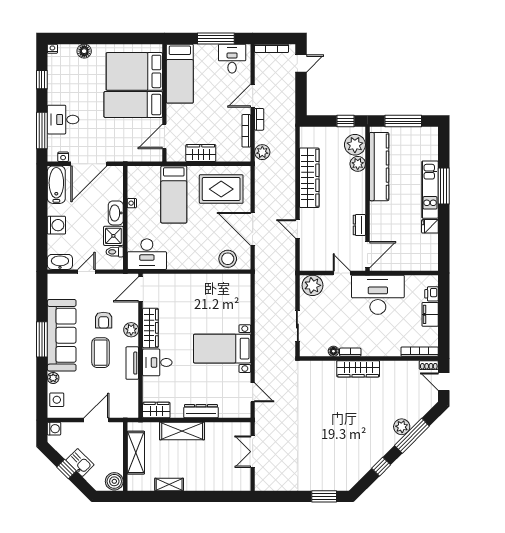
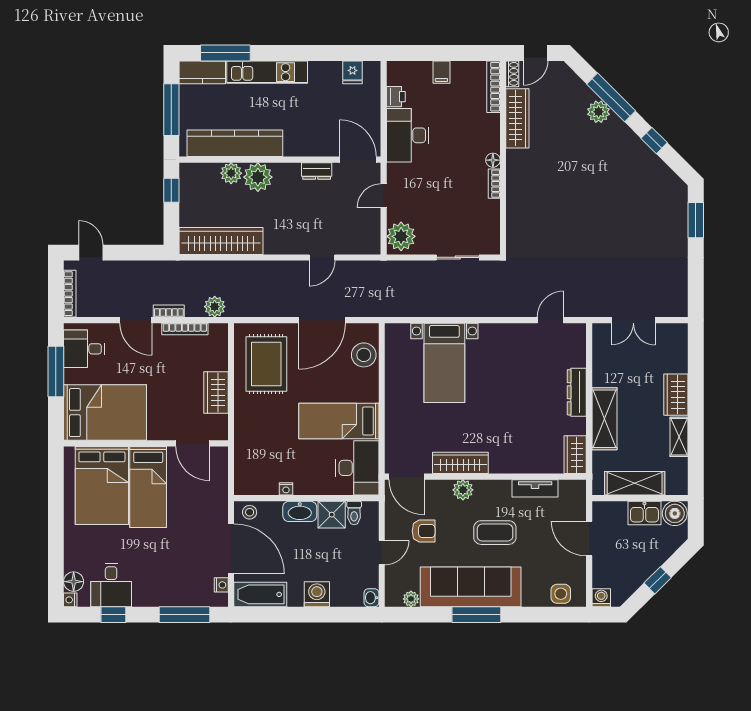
floor lamp: (84, 51) -> (74, 582), moved
bed: (180, 74) -> (105, 413), width x1.50
desk: (63, 120) -> (111, 585), moved
kitchen counter: (430, 143) -> (202, 72), added
plant: (355, 145) -> (258, 177), moved
stool: (115, 177) -> (250, 512), added
wardrobe: (309, 178) -> (221, 241), moved
window: (444, 186) -> (225, 53), moved
bed: (174, 194) -> (339, 421), moved, turned 180
fridge: (430, 226) -> (353, 72), moved
washbasin: (60, 262) -> (371, 598), width x0.52, depth x0.69
door: (86, 272) -> (382, 553), swing flipped
printer: (431, 294) -> (396, 97), moved, turned -90
desk: (378, 295) -> (408, 135), width x0.73, depth x0.77
filing cabinet: (430, 314) -> (441, 72), width x0.50
armchair: (104, 320) -> (424, 531), moved
bed with nightstands: (222, 349) -> (444, 363), moved
floor lamp: (333, 351) -> (493, 160), moved
desk: (157, 362) -> (509, 453), removed
tv unit: (132, 363) -> (535, 488), moved
wardrobe: (358, 369) -> (517, 118), moved
plant: (53, 378) -> (411, 599), moved
kitchen sink: (80, 463) -> (644, 513), moved, turned -135
wardrobe: (199, 482) -> (676, 395), added

